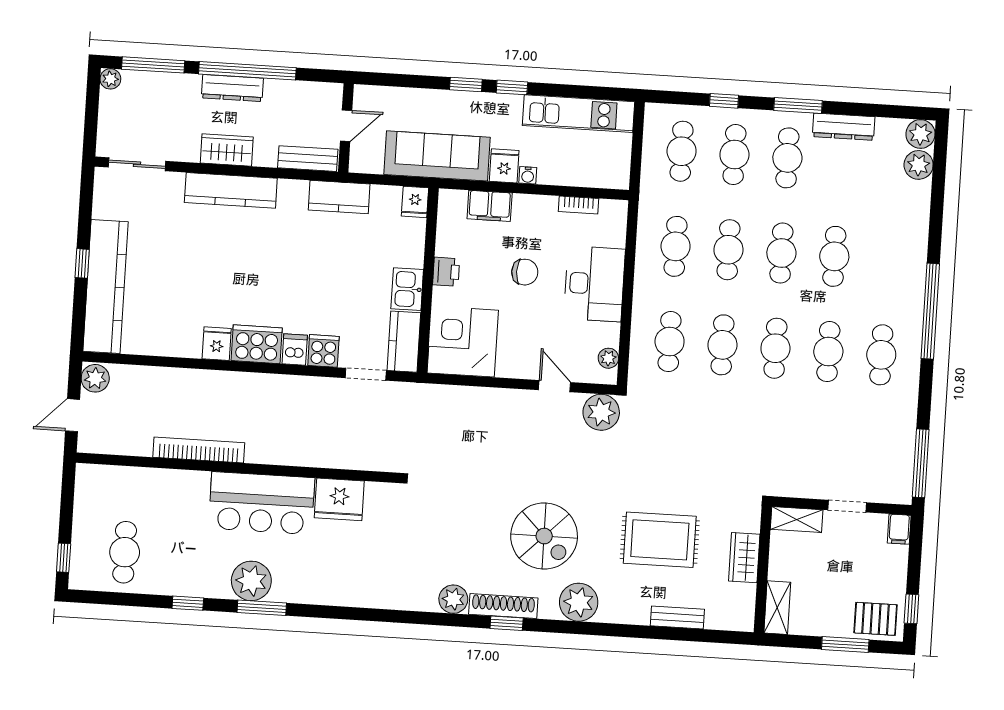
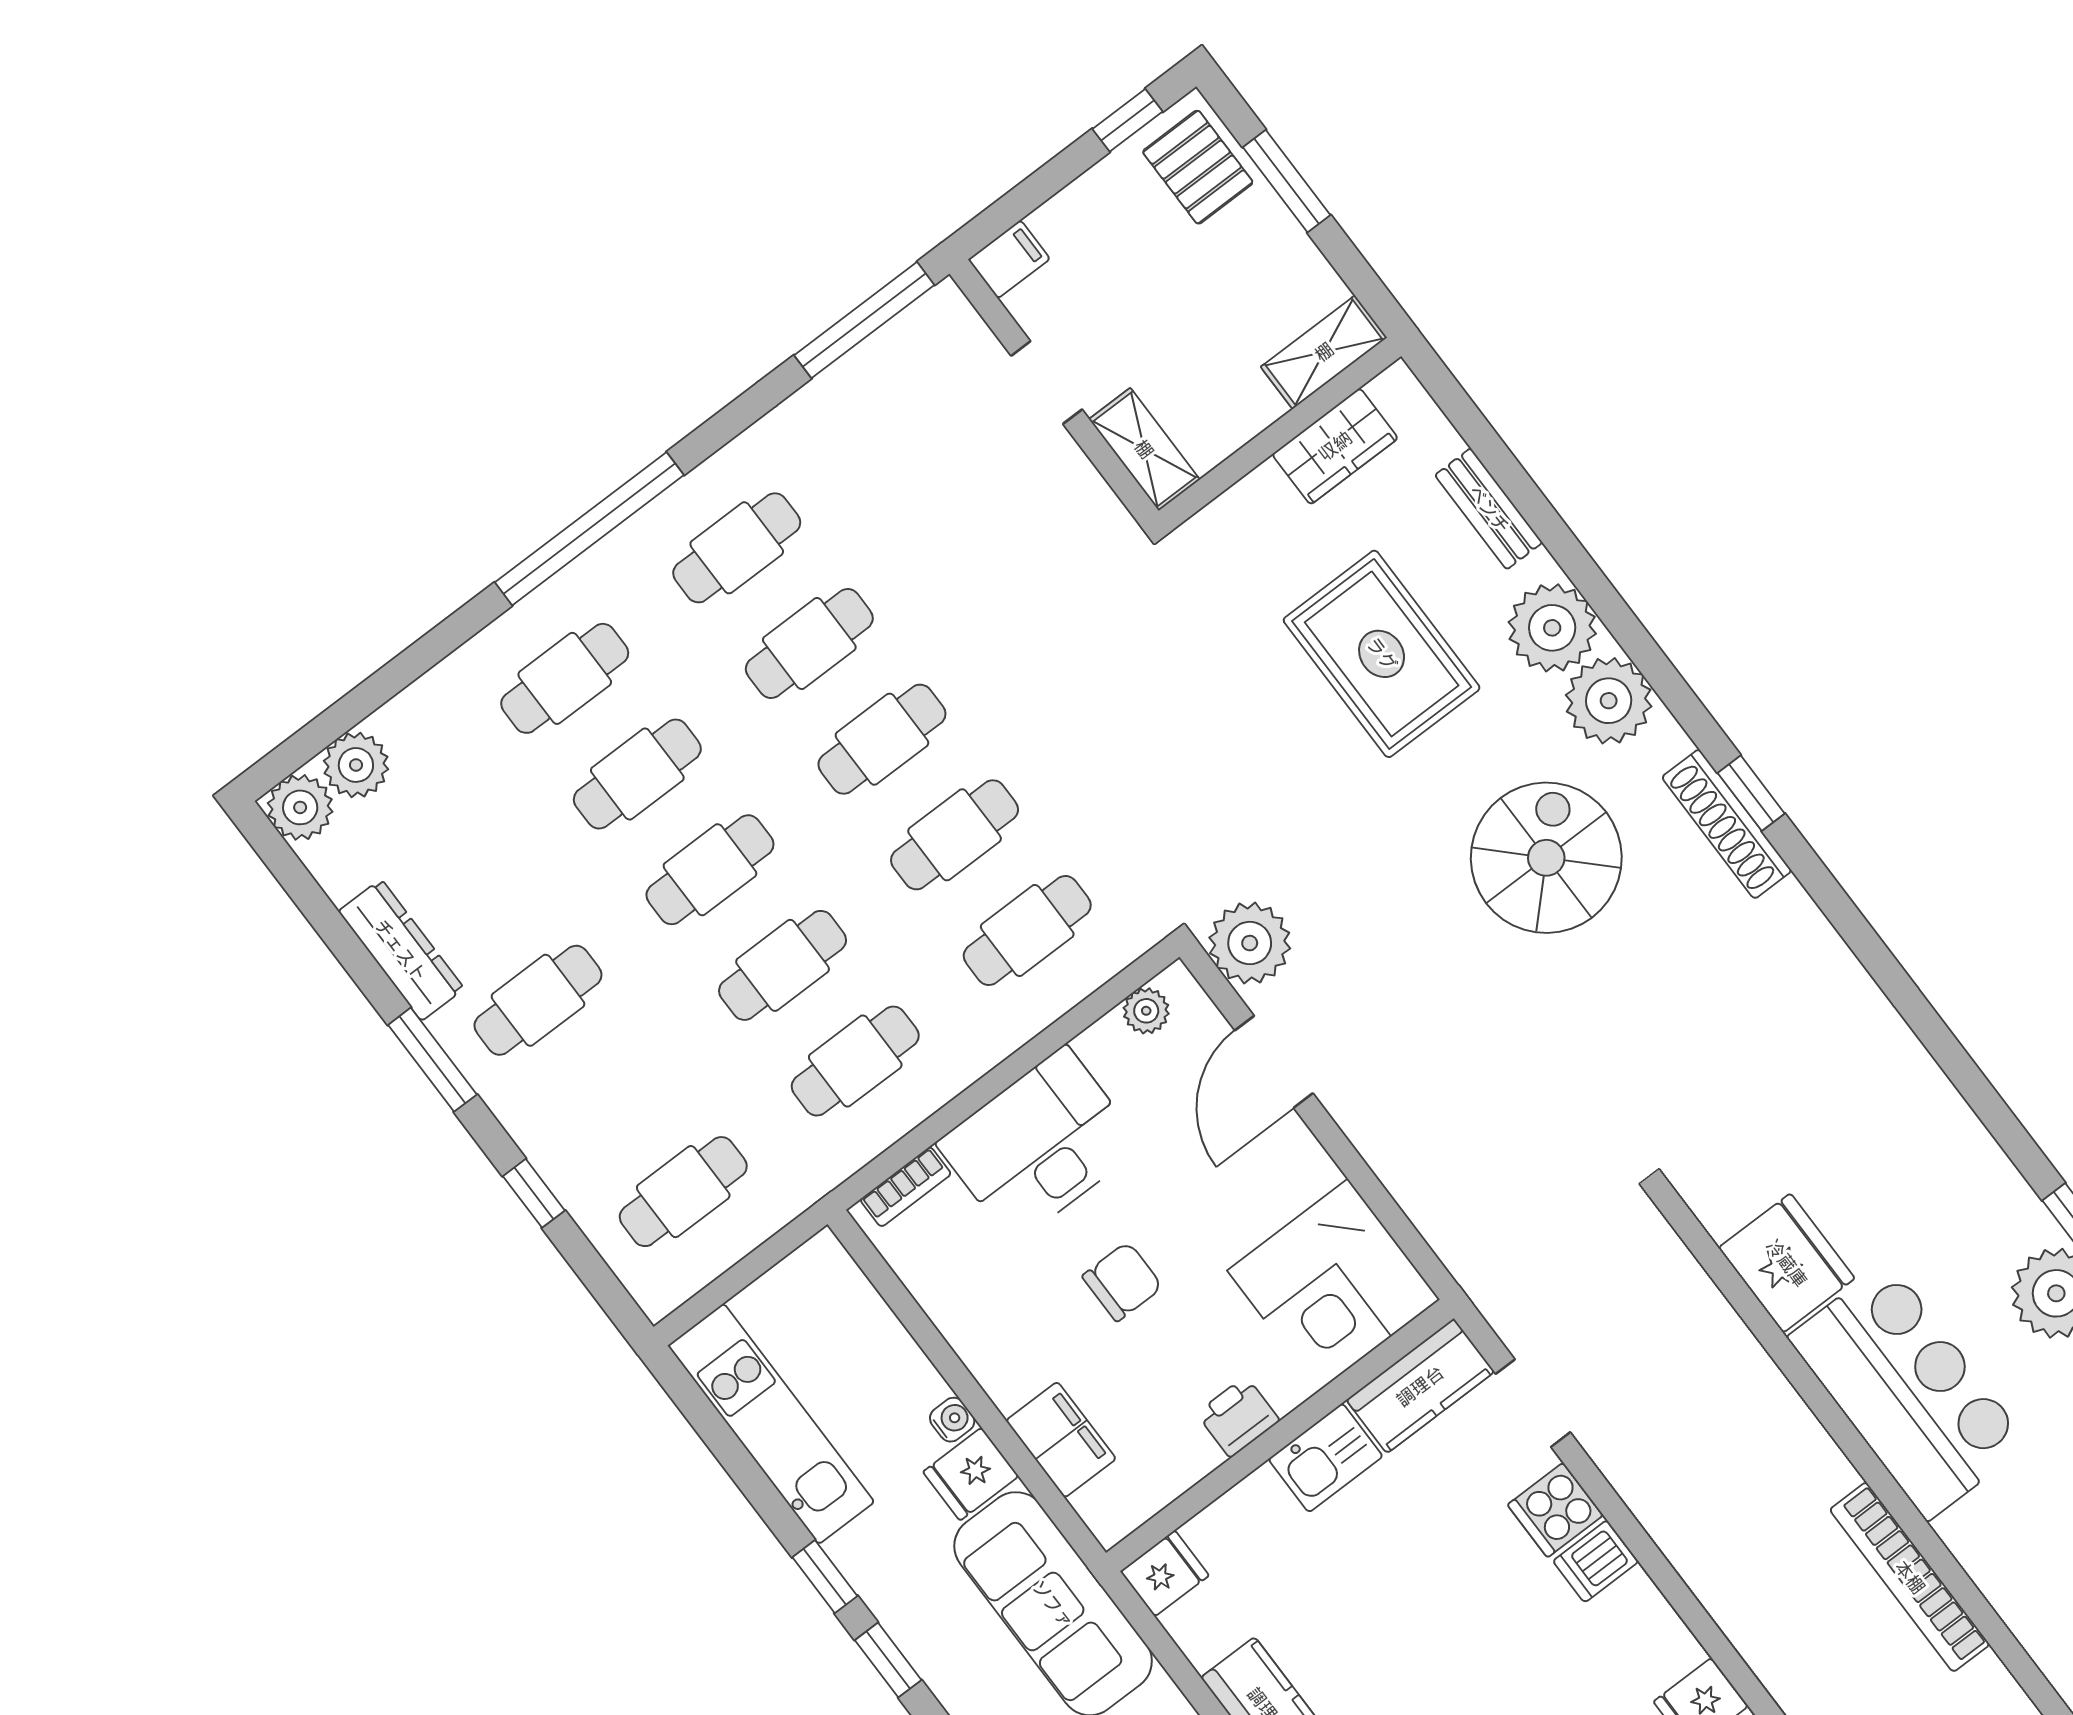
cafe table: (734, 155) -> (565, 678), moved
bookcase: (579, 205) -> (906, 1187), moved, turned 90
chair: (525, 272) -> (1122, 1282), turned 90
cooker: (257, 344) -> (1643, 1634), removed
door: (554, 386) -> (1274, 1062), width x1.38
wardrobe: (744, 558) -> (1335, 446), moved
plant: (453, 599) -> (1552, 628), moved, width x1.36, depth x1.36

